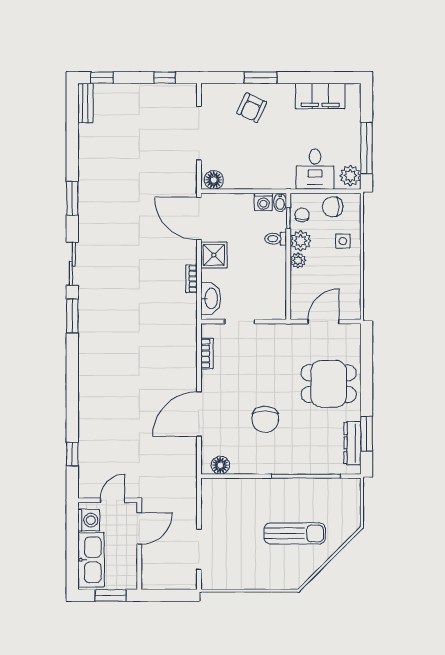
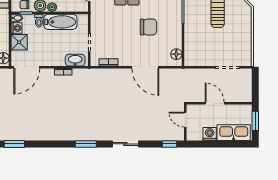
shower: (214, 255) -> (19, 42), moved
sliding door: (72, 264) -> (125, 144), moved
bathtub: (274, 274) -> (60, 22), added
wall: (108, 500) -> (185, 123), moved
door: (113, 500) -> (185, 120), moved

